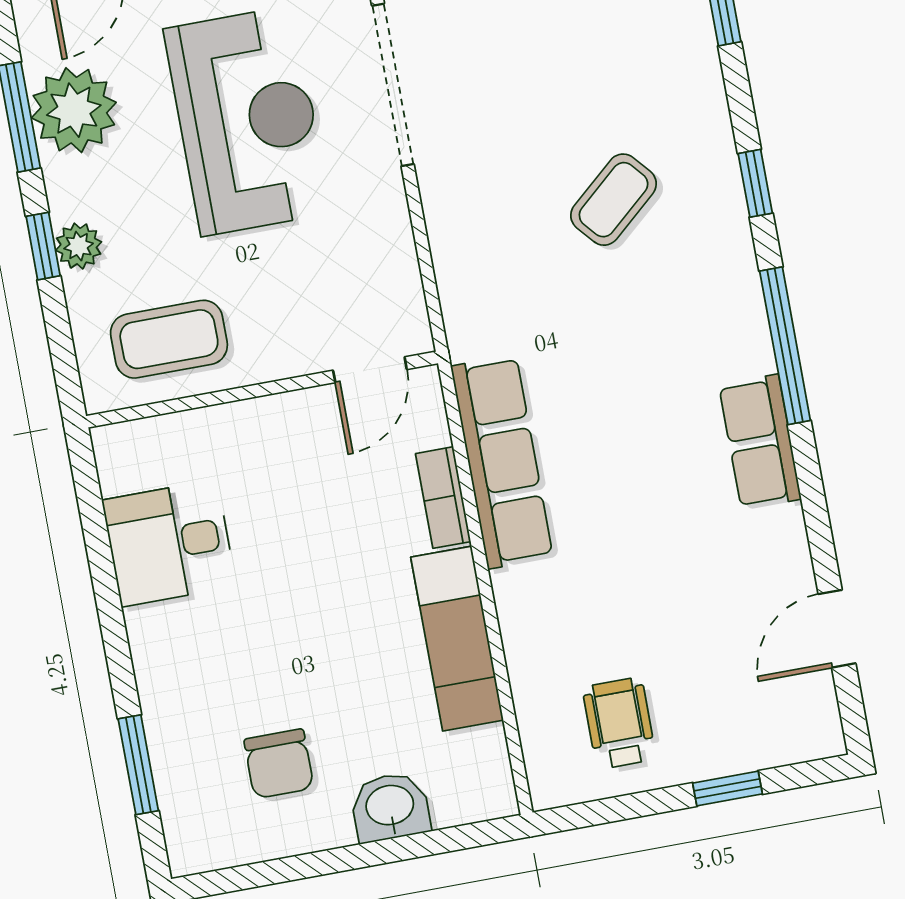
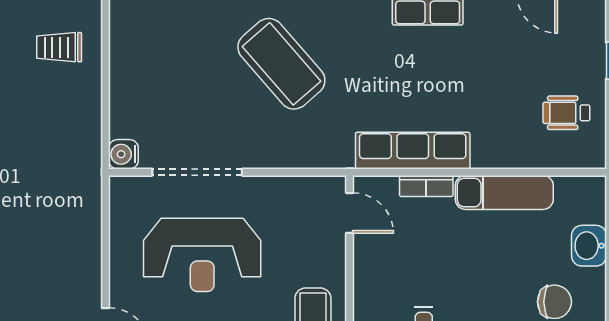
reception desk: (247, 121) -> (202, 255), turned 180
coffee table: (614, 200) -> (281, 64), width x1.86, depth x1.72

